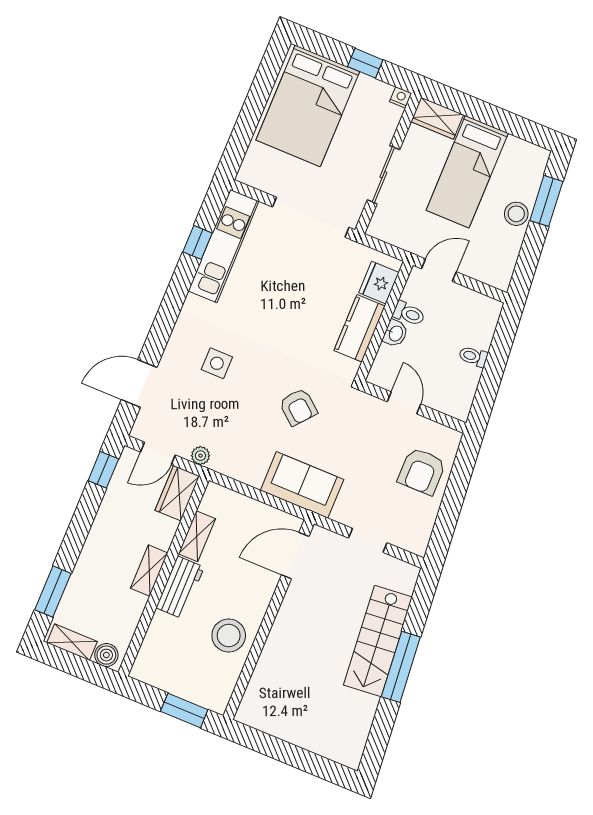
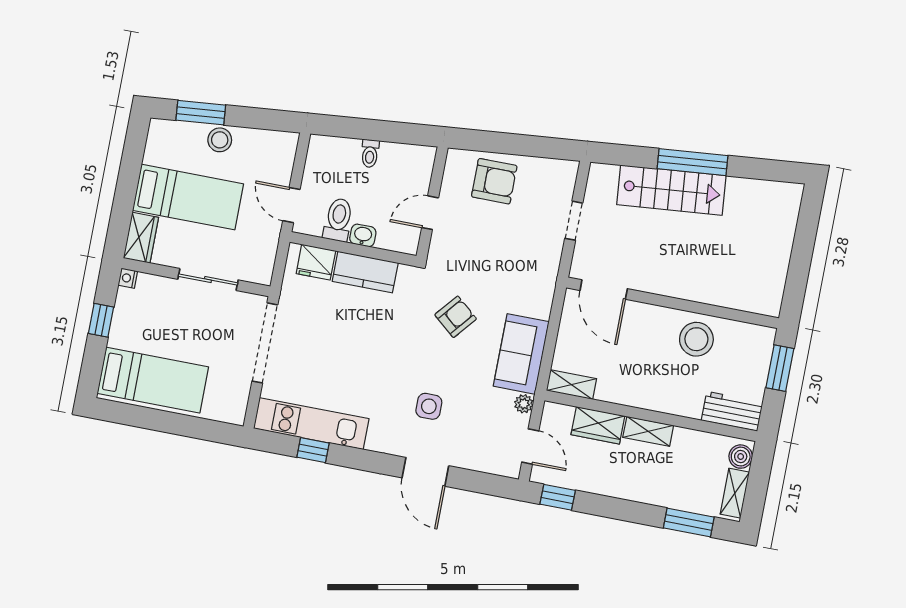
bed: (308, 106) -> (153, 380), width x0.67
toilet: (409, 314) -> (338, 220), width x1.37, depth x1.39
door: (139, 383) -> (425, 472), moved
sofa: (302, 485) -> (521, 354), moved
wardrobe: (177, 493) -> (598, 425), moved
shelving: (197, 536) -> (571, 385), moved
workbench: (180, 587) -> (732, 411), moved

